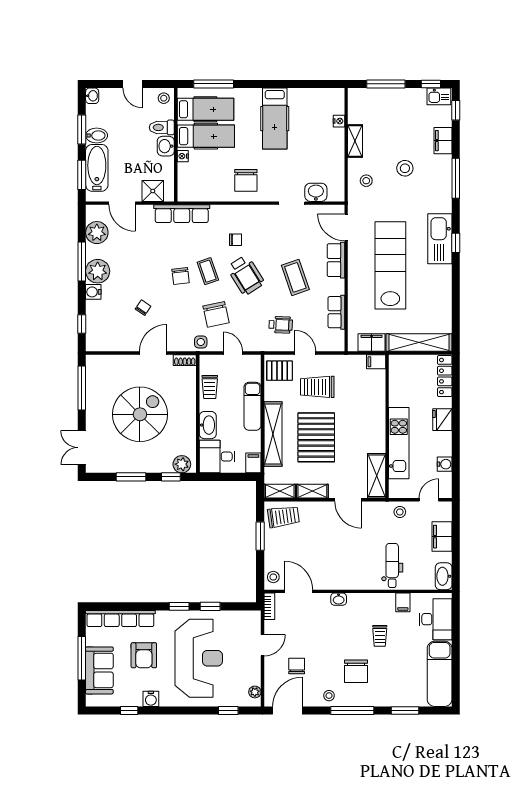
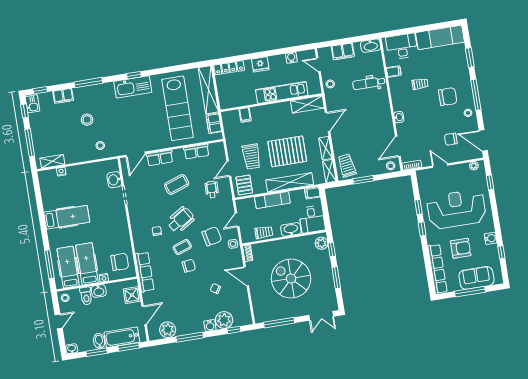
shelving: (355, 141) -> (52, 161), moved
chair: (246, 180) -> (120, 262), moved
lab bench: (390, 265) -> (178, 108), moved, turned -90
plant: (98, 271) -> (224, 320), moved
filing cabinet: (376, 362) -> (245, 115), moved

